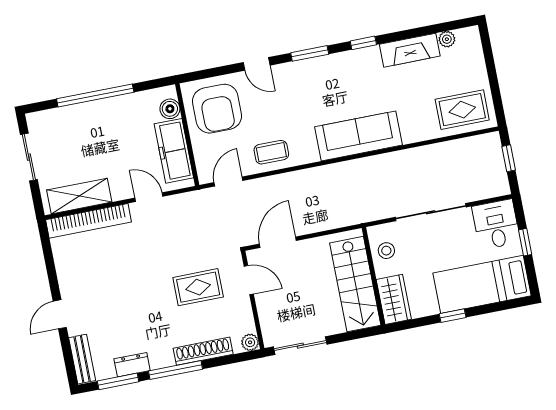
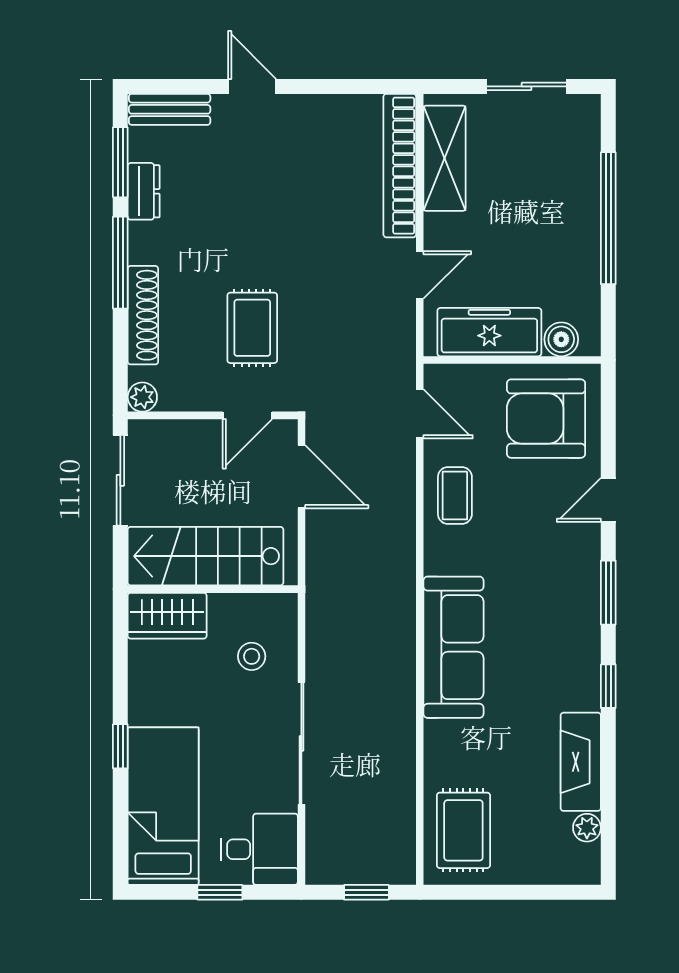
wall: (373, 276) -> (213, 589), moved
stairs: (355, 284) -> (206, 556), moved
wardrobe: (394, 299) -> (167, 616), moved

